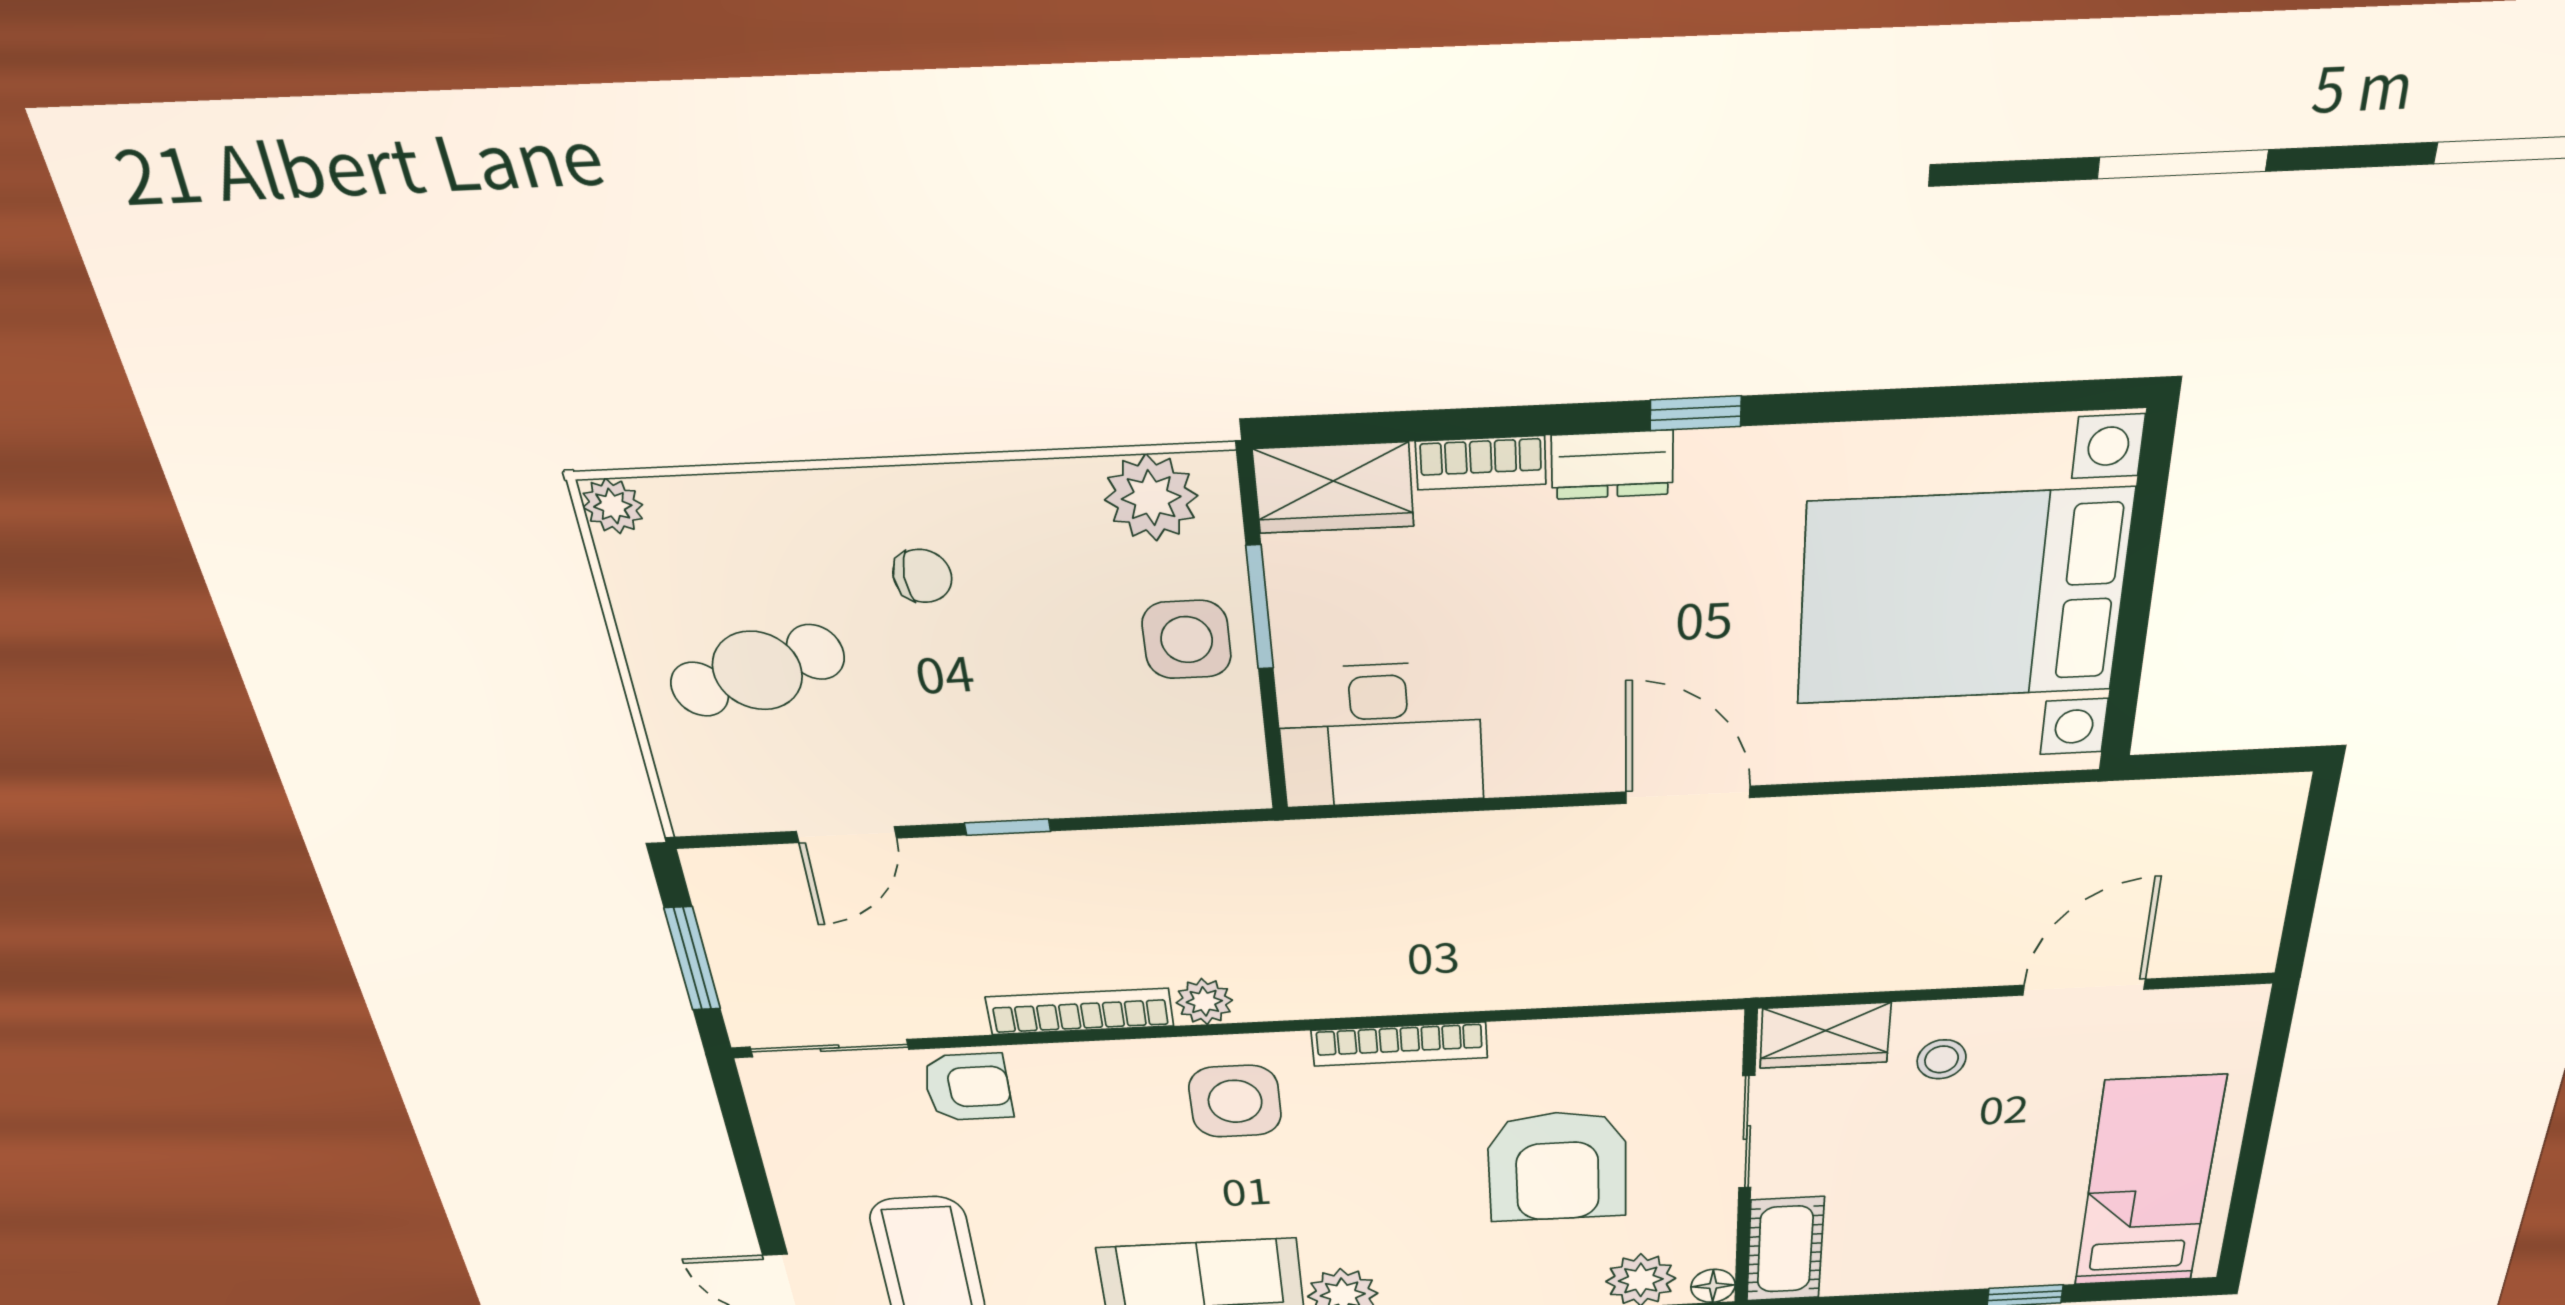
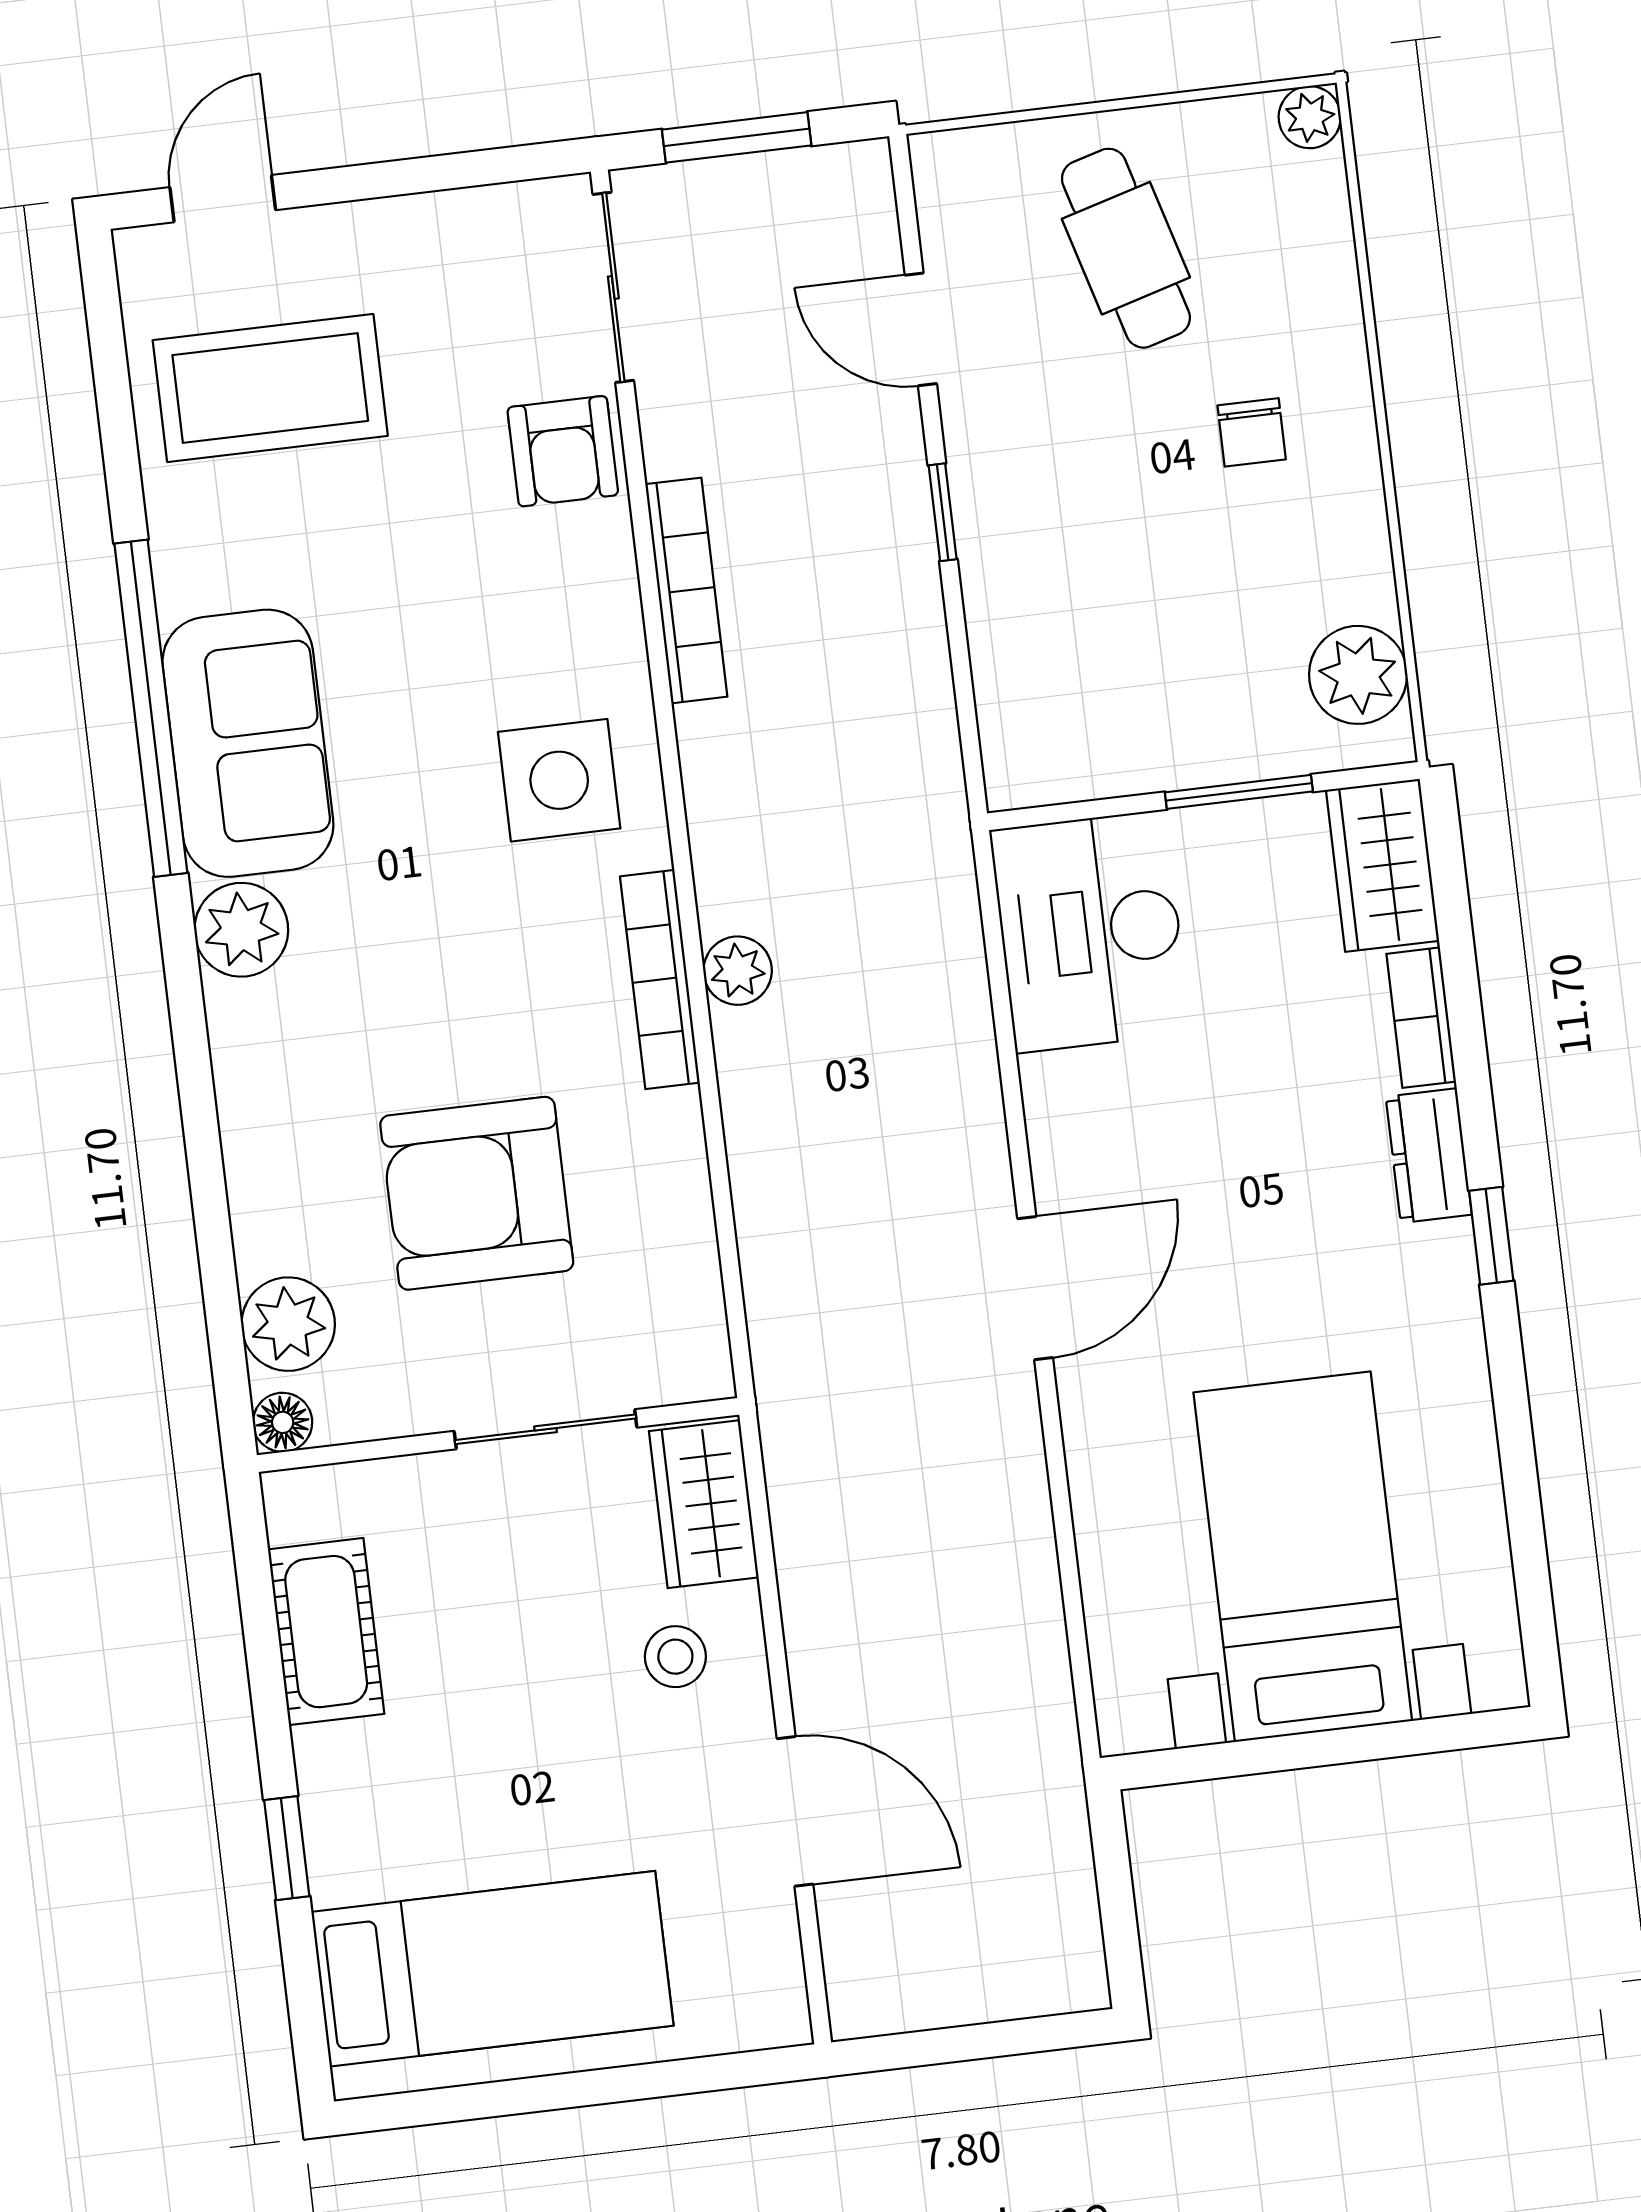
bed with nightstands: (1963, 598) -> (1303, 1557), width x0.73
side table: (1187, 640) -> (1195, 714), removed
plant: (1204, 1001) -> (738, 971), moved
cot: (1785, 1249) -> (326, 1632), moved, turned 90

